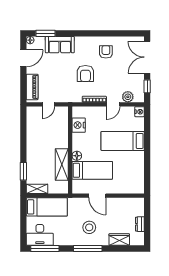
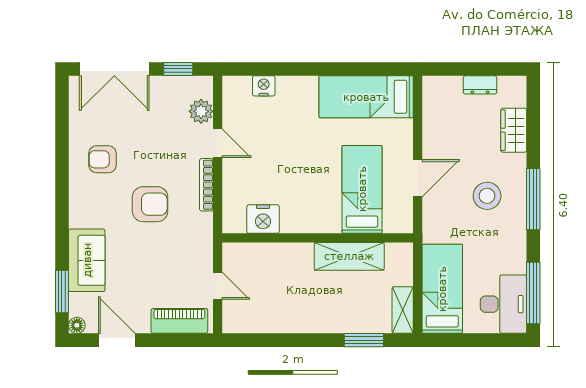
nightstand: (139, 112) -> (264, 86), moved
bed: (123, 141) -> (366, 97), moved, turned 90
floor lamp: (77, 156) -> (330, 223), removed

